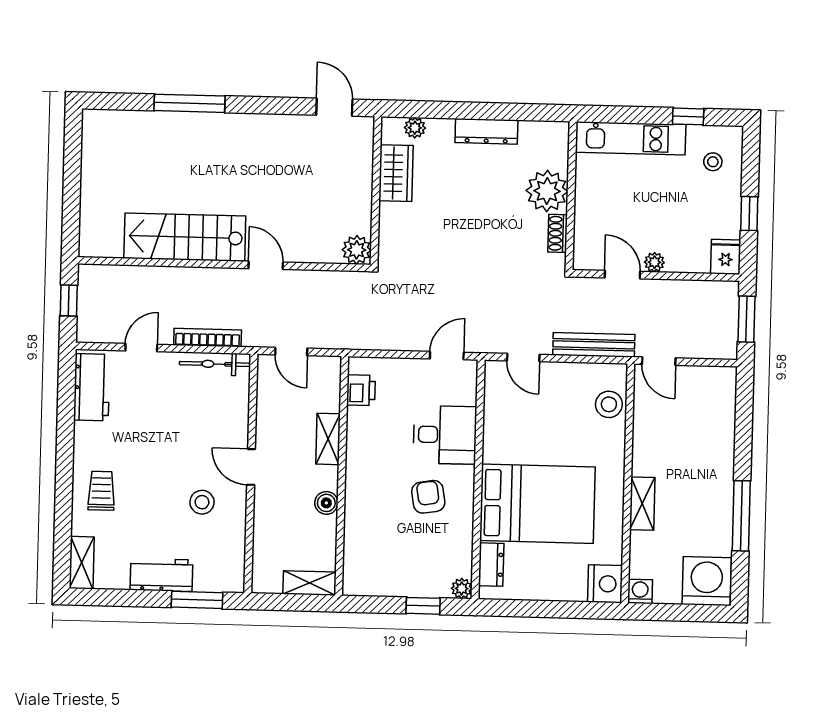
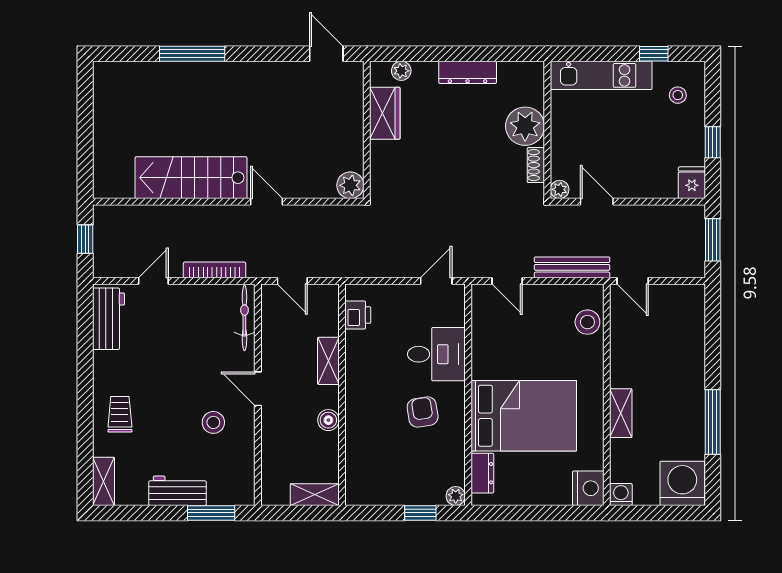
plant: (654, 262) -> (560, 189), moved
bicycle: (215, 364) -> (244, 318), moved, turned 90

